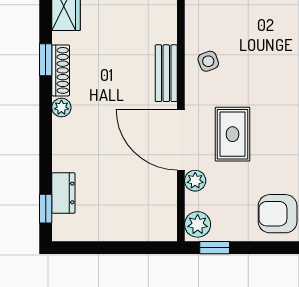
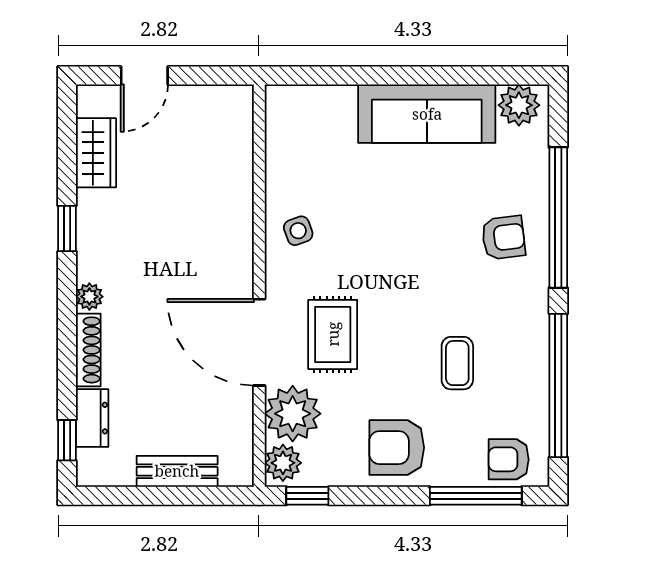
shoe rack: (61, 70) -> (88, 350), moved
bench: (166, 73) -> (177, 471), moved, turned 90
plant: (195, 181) -> (293, 414), width x1.88, depth x1.88

